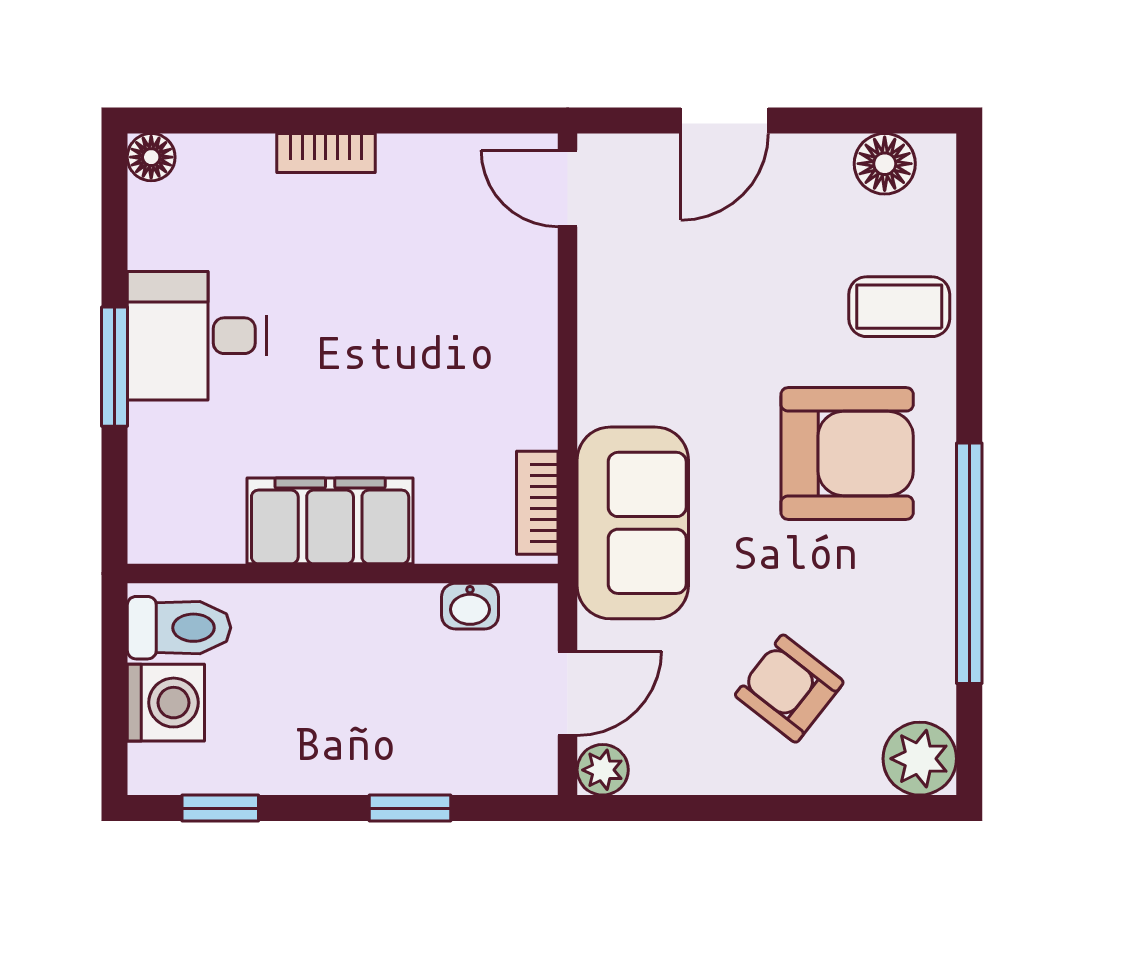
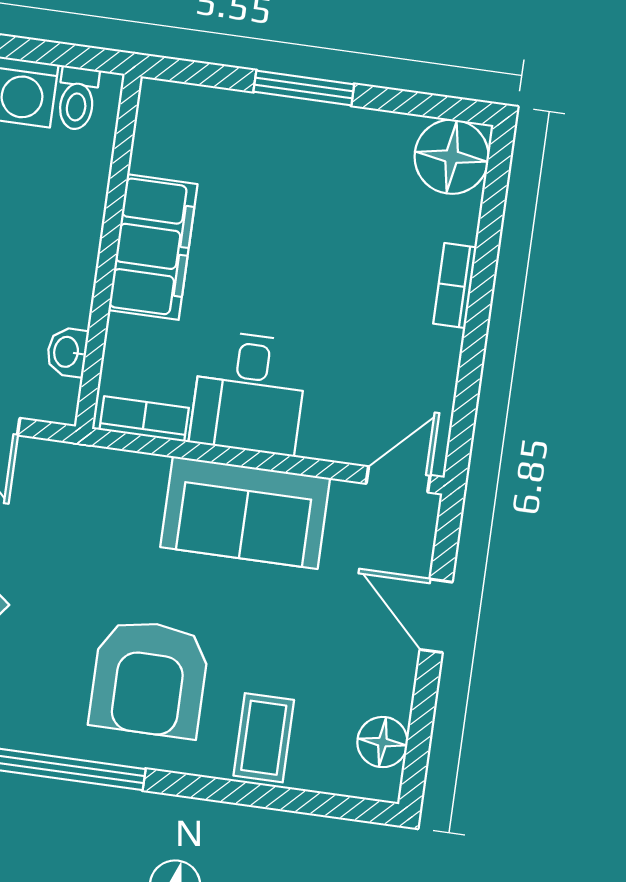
floor lamp: (151, 157) -> (452, 157), width x1.89, depth x1.89
desk: (197, 336) -> (249, 393), moved, turned 180
sofa: (633, 523) -> (245, 513), moved
toilet: (179, 628) -> (77, 98), width x0.73, depth x0.72

